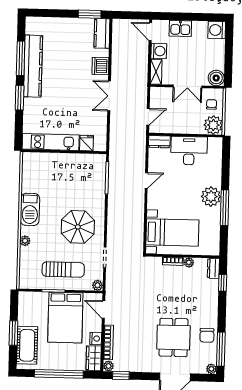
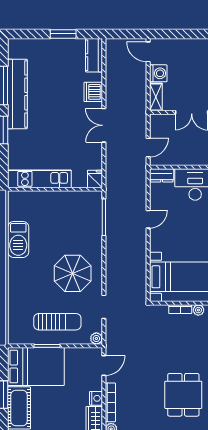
window: (90, 14) -> (63, 34), moved
kitchen sink: (180, 28) -> (182, 47), removed
fridge: (86, 143) -> (95, 179), moved
barbecue: (30, 209) -> (18, 239), moved
plant: (25, 241) -> (14, 291), removed
door: (103, 310) -> (104, 366), swing flipped
bed: (65, 318) -> (36, 366), moved, turned -90

